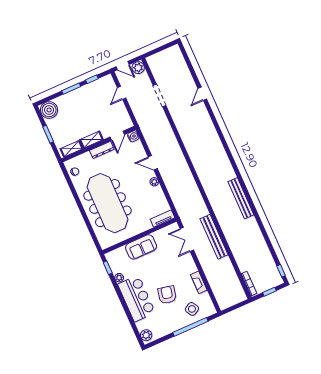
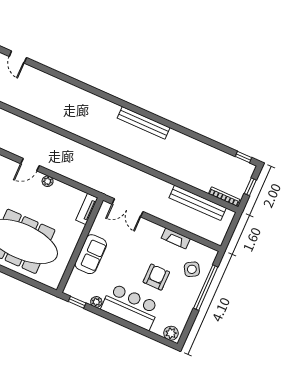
bench: (214, 237) -> (198, 203), moved
armchair: (167, 295) -> (156, 277), turned 78

